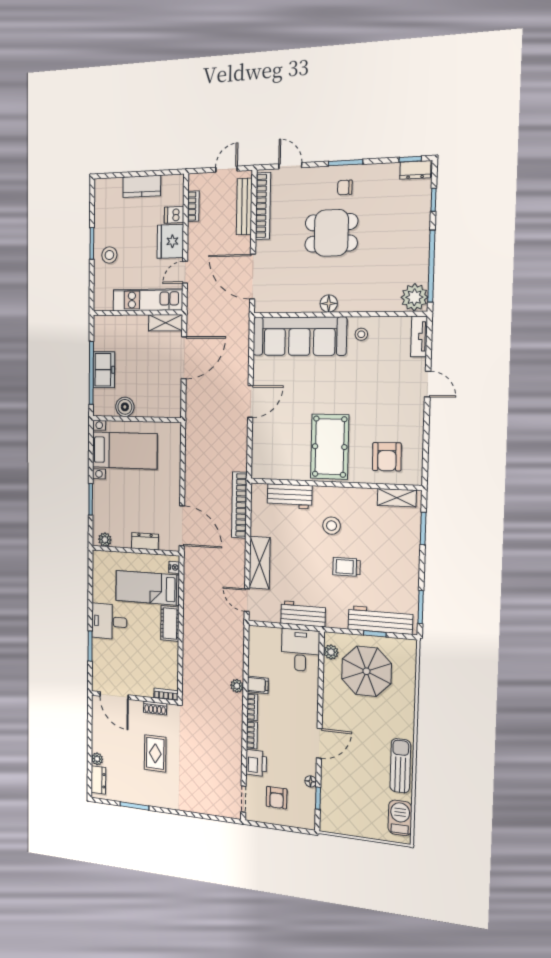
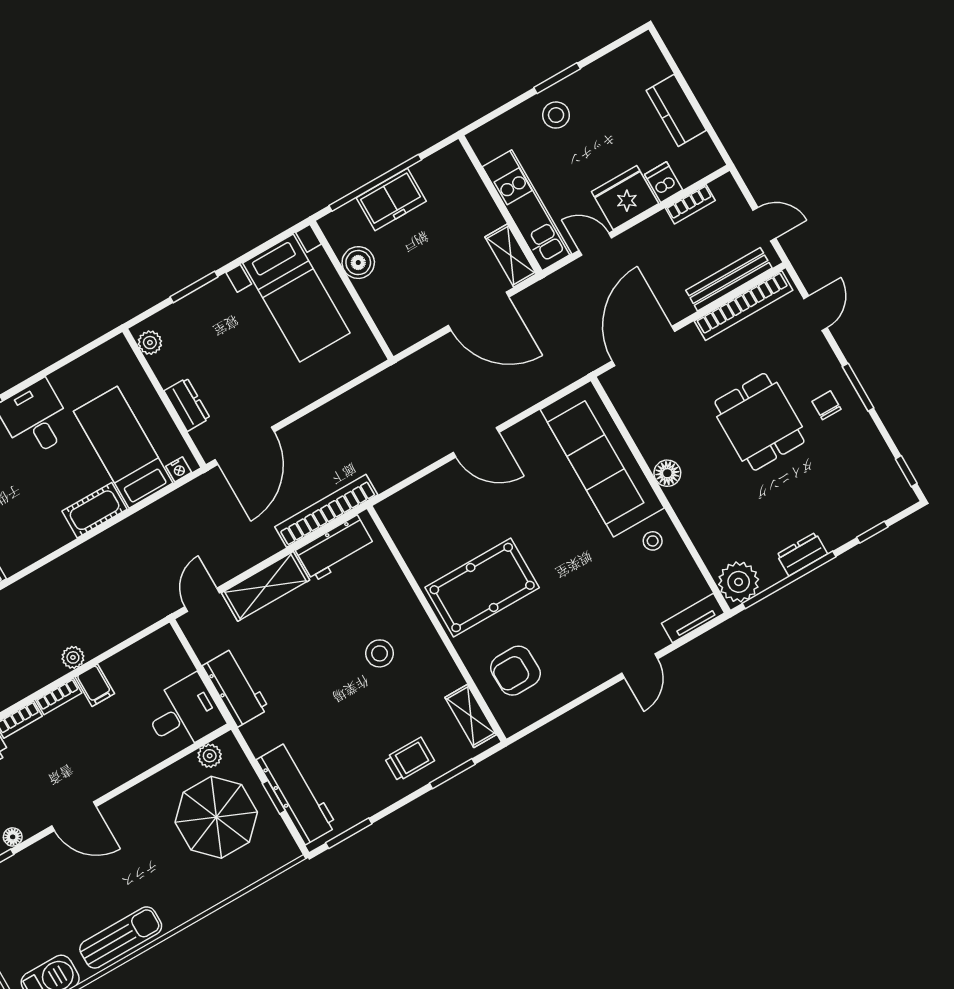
dresser: (415, 170) -> (802, 554), moved, turned 90
workbench: (290, 496) -> (335, 548), moved, turned -90
trolley: (347, 567) -> (410, 759), moved, turned 90

